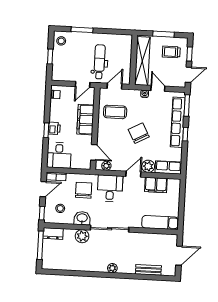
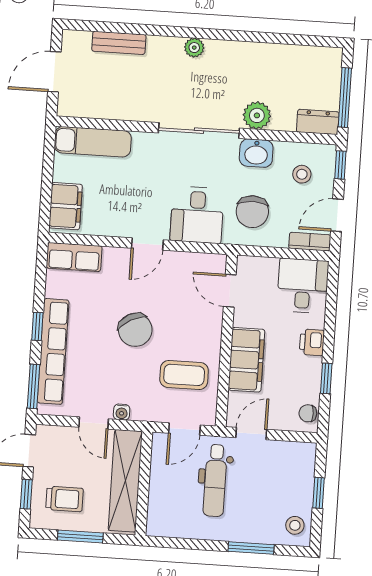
window: (46, 130) -> (326, 378), moved
plant: (106, 166) -> (204, 262), removed
plant: (148, 166) -> (116, 260), removed
filing cabinet: (156, 185) -> (66, 206), moved, turned 90

